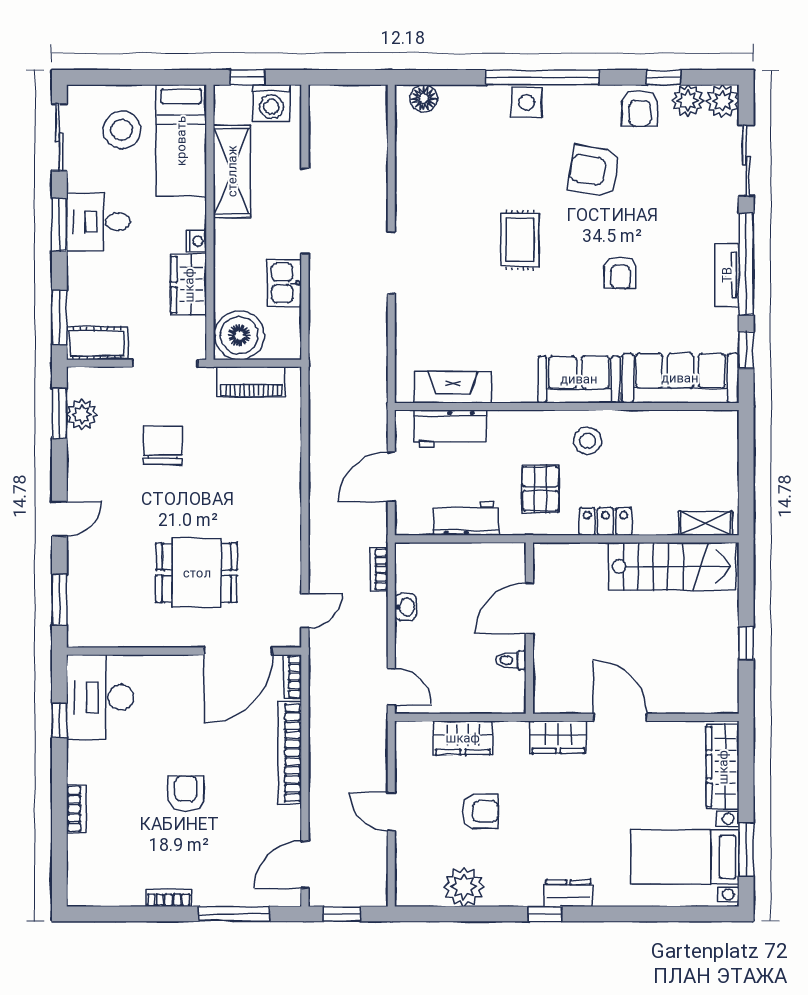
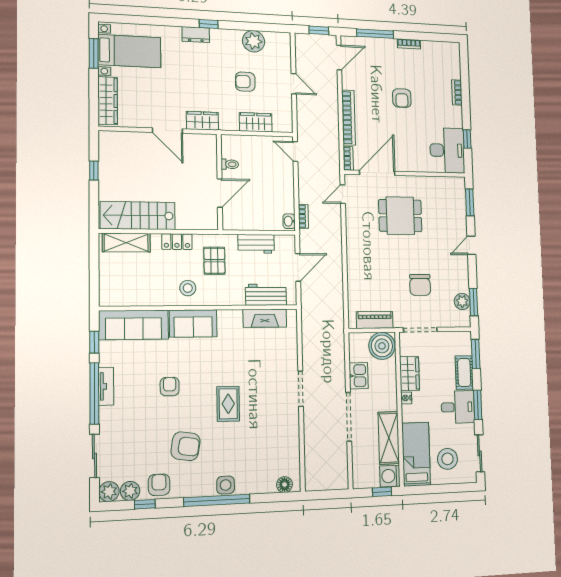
washing machine: (271, 103) -> (390, 476), moved, turned -90
cot: (97, 343) -> (464, 372), moved, turned 90
shelving: (706, 523) -> (126, 243), width x1.50, depth x1.33
washbasin: (406, 607) -> (289, 221), moved

